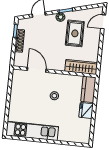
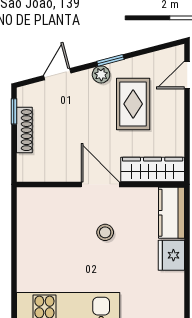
door: (37, 70) -> (100, 184), moved

